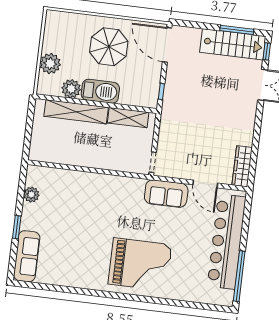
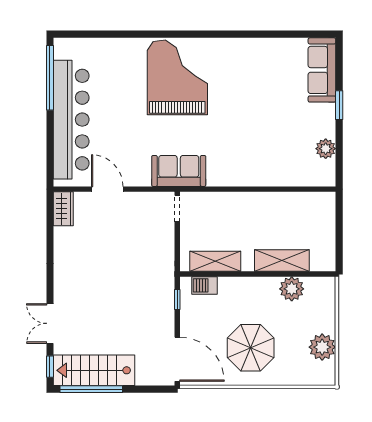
window: (237, 30) -> (91, 389), width x1.46
plant: (50, 64) -> (322, 347), moved
barbecue: (100, 91) -> (204, 285), moved, width x0.53, depth x0.65
shelving: (76, 112) -> (282, 260), width x0.68
wardrobe: (242, 166) -> (63, 209), width x0.67
sofa: (166, 194) -> (179, 171), moved
grand piano: (140, 264) -> (177, 77), turned 90

